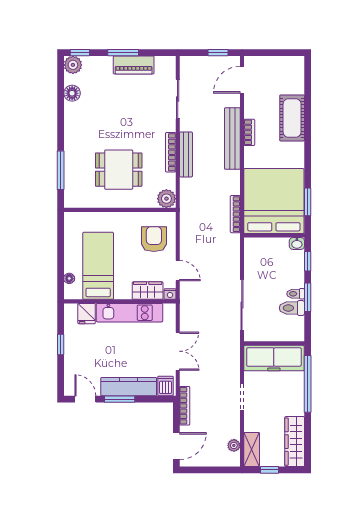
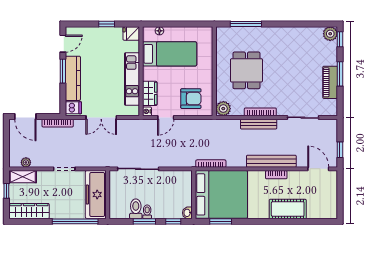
floor lamp: (72, 93) -> (308, 33), removed
fridge: (87, 314) -> (131, 33), moved

